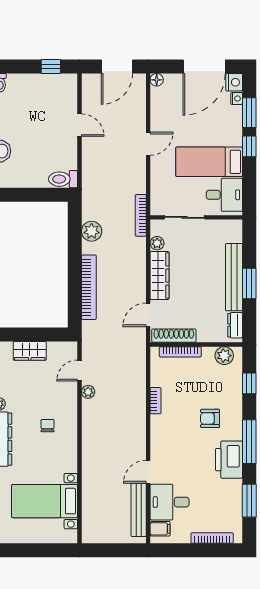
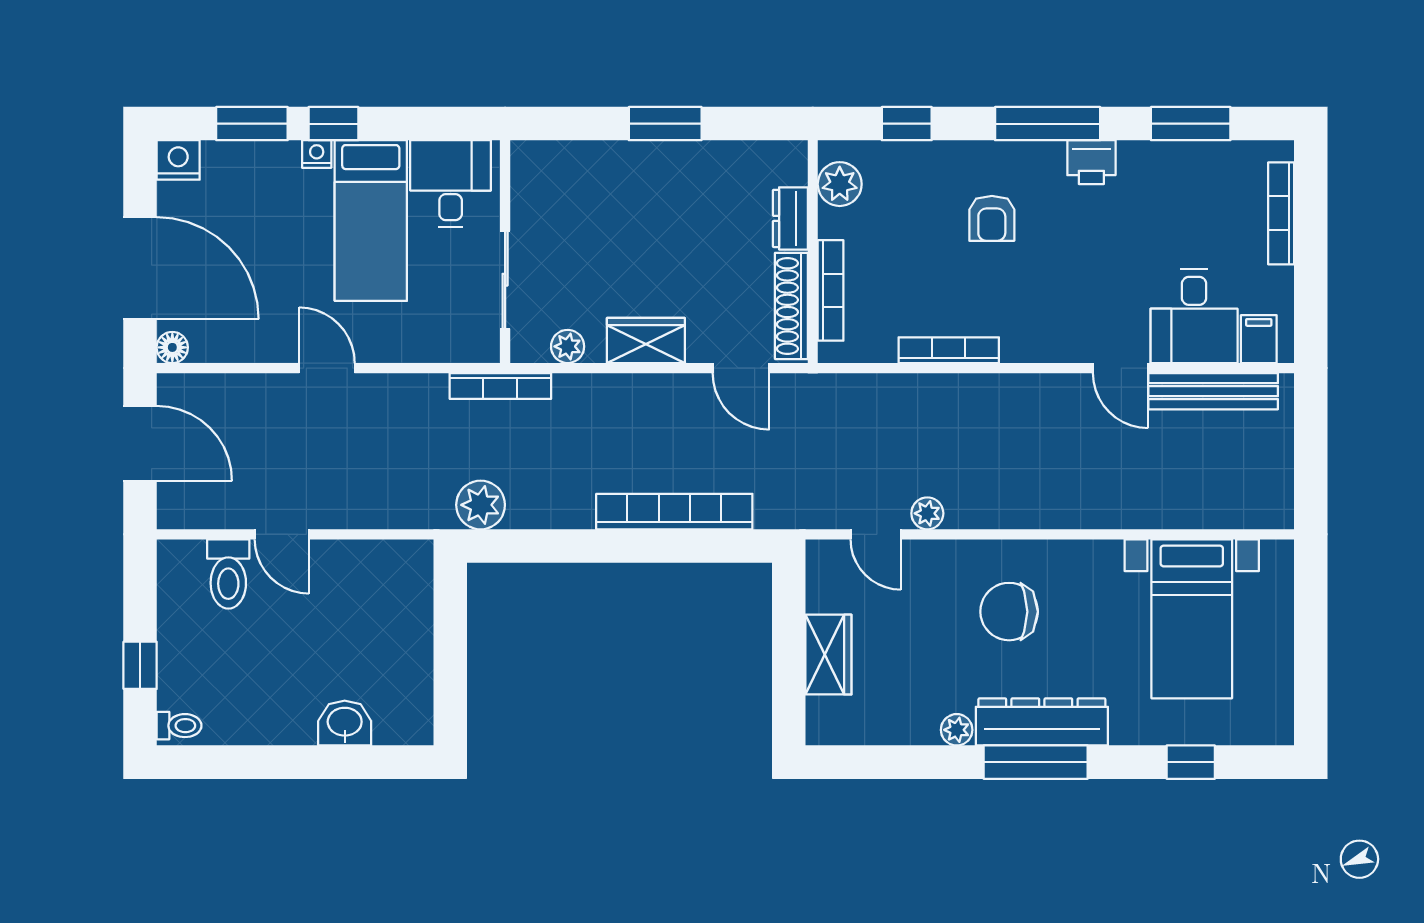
window: (51, 66) -> (140, 665), moved
door: (204, 66) -> (140, 268), moved
nightstand: (237, 99) -> (317, 154), moved
door: (79, 125) -> (282, 534), swing flipped
toilet: (63, 179) -> (228, 574), moved
plant: (92, 231) -> (481, 505), moved
wardrobe: (160, 276) -> (646, 340), width x0.67
bench: (234, 277) -> (650, 161), removed
dresser: (235, 325) -> (790, 218), moved, turned 90
bookcase: (156, 401) -> (949, 350), width x1.56
chair: (48, 426) -> (1009, 612), width x1.87, depth x1.87
printer: (229, 460) -> (1091, 162), width x0.53, depth x0.68

